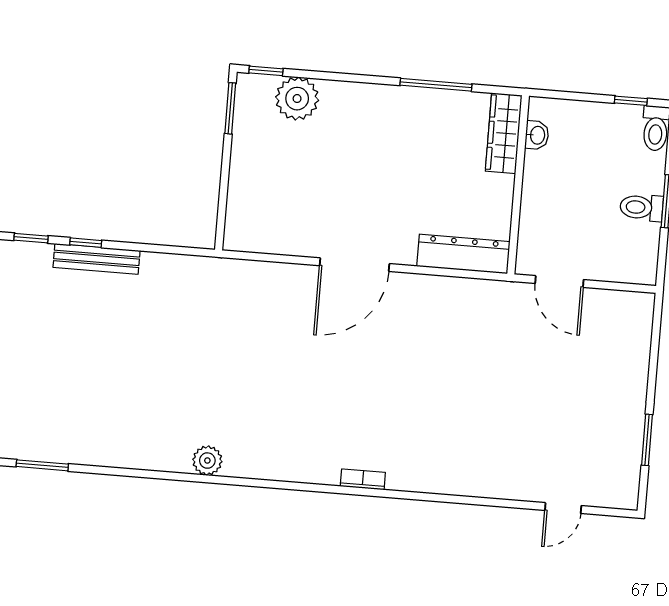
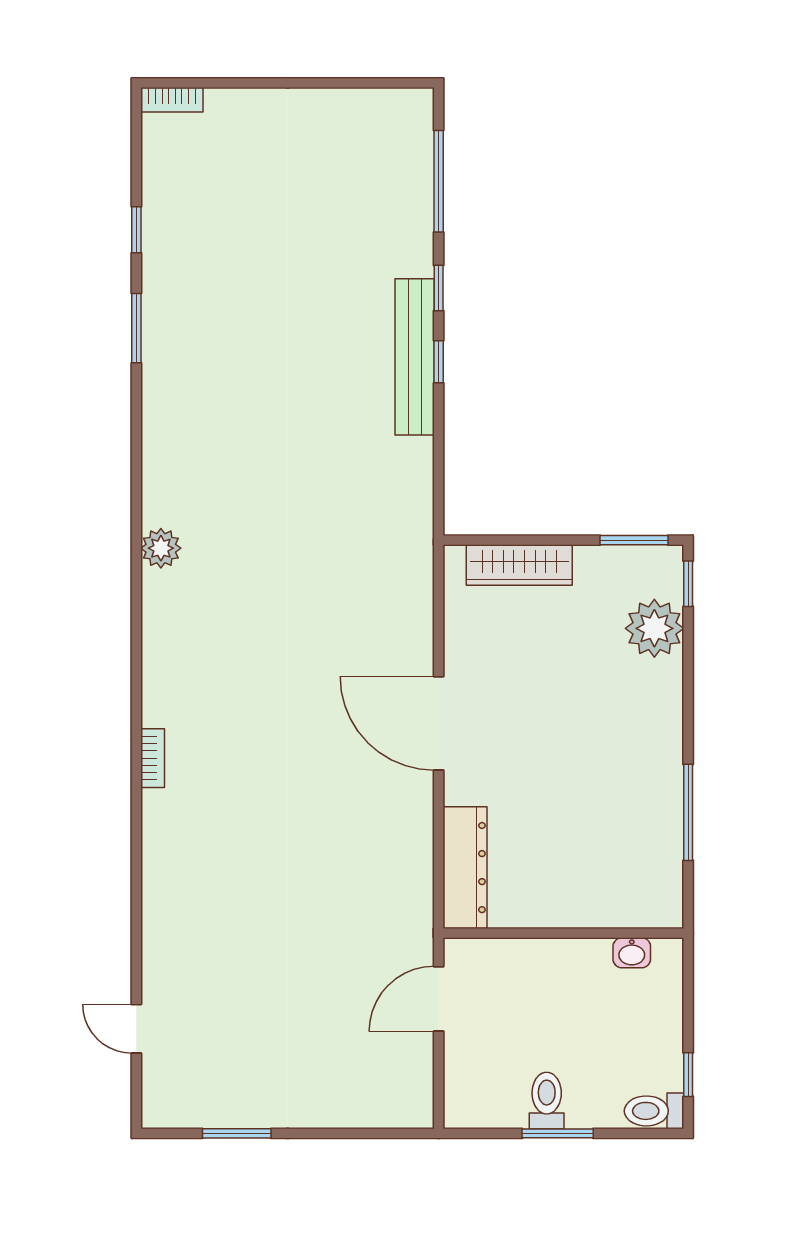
wardrobe: (504, 133) -> (519, 565), moved, turned 180
bench: (97, 259) -> (415, 357), width x1.37, depth x1.21

